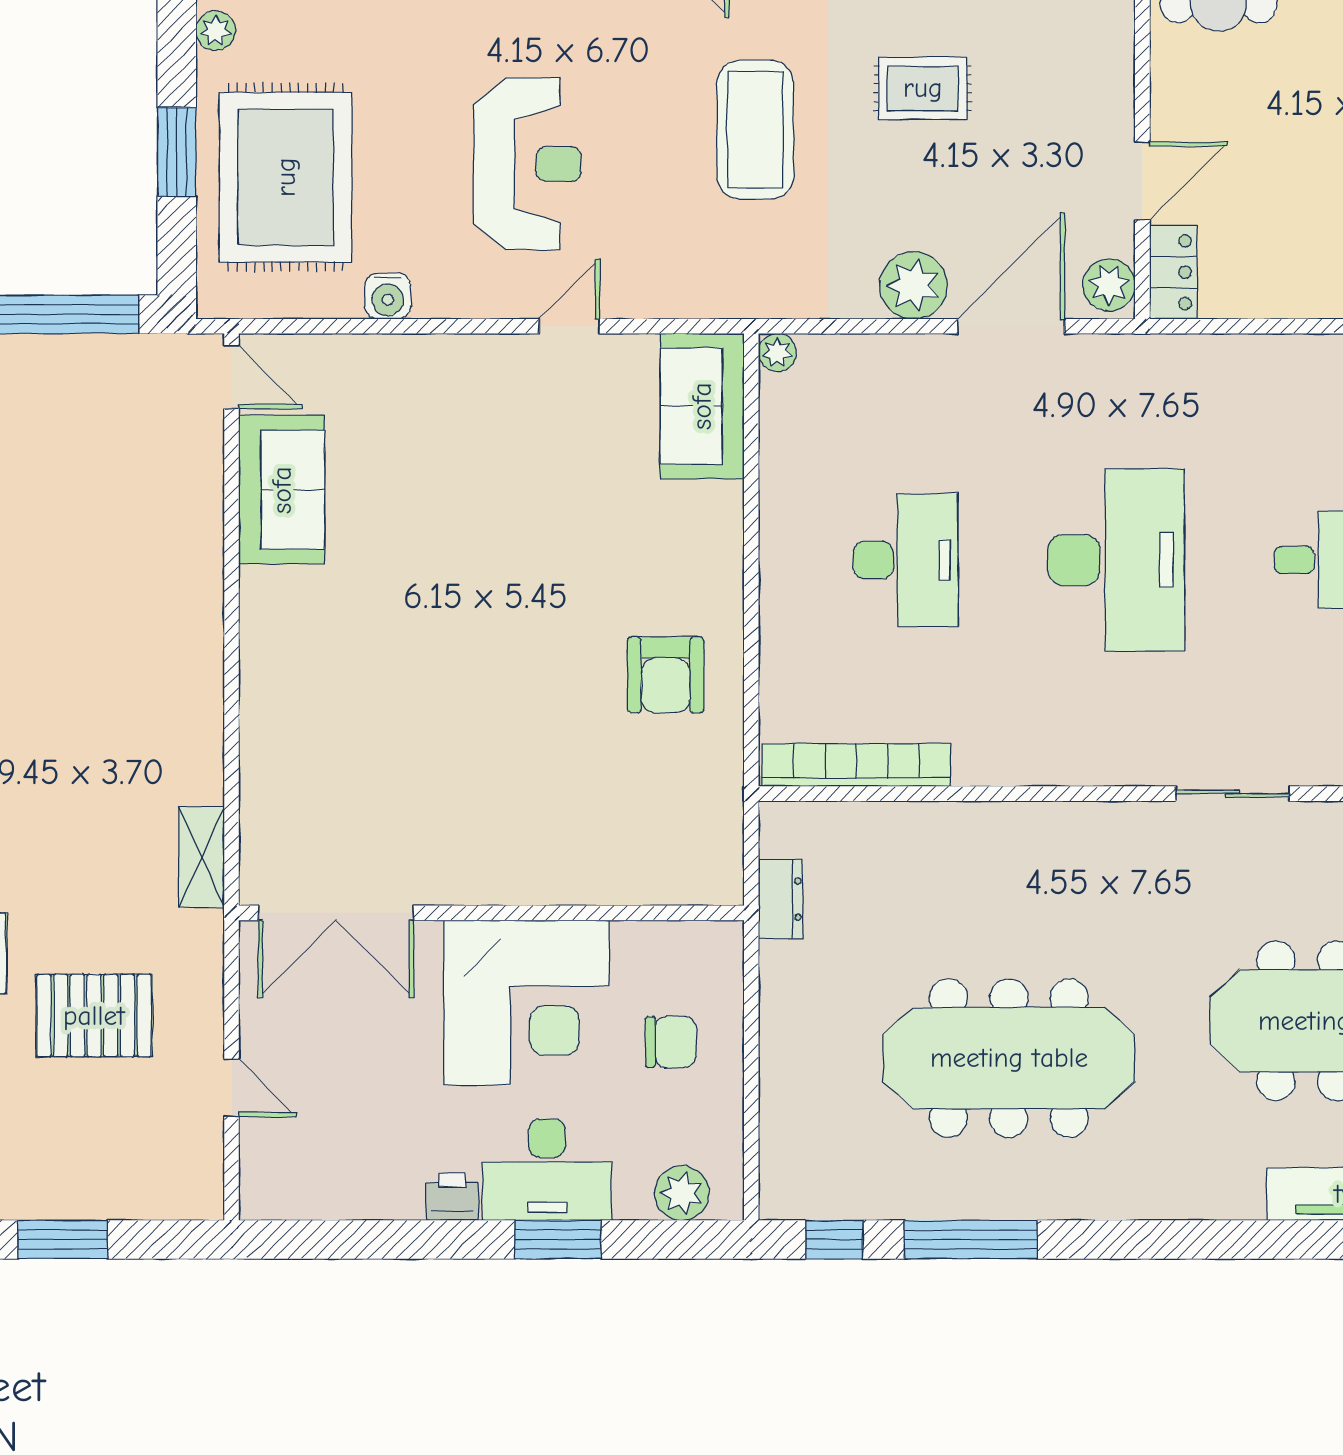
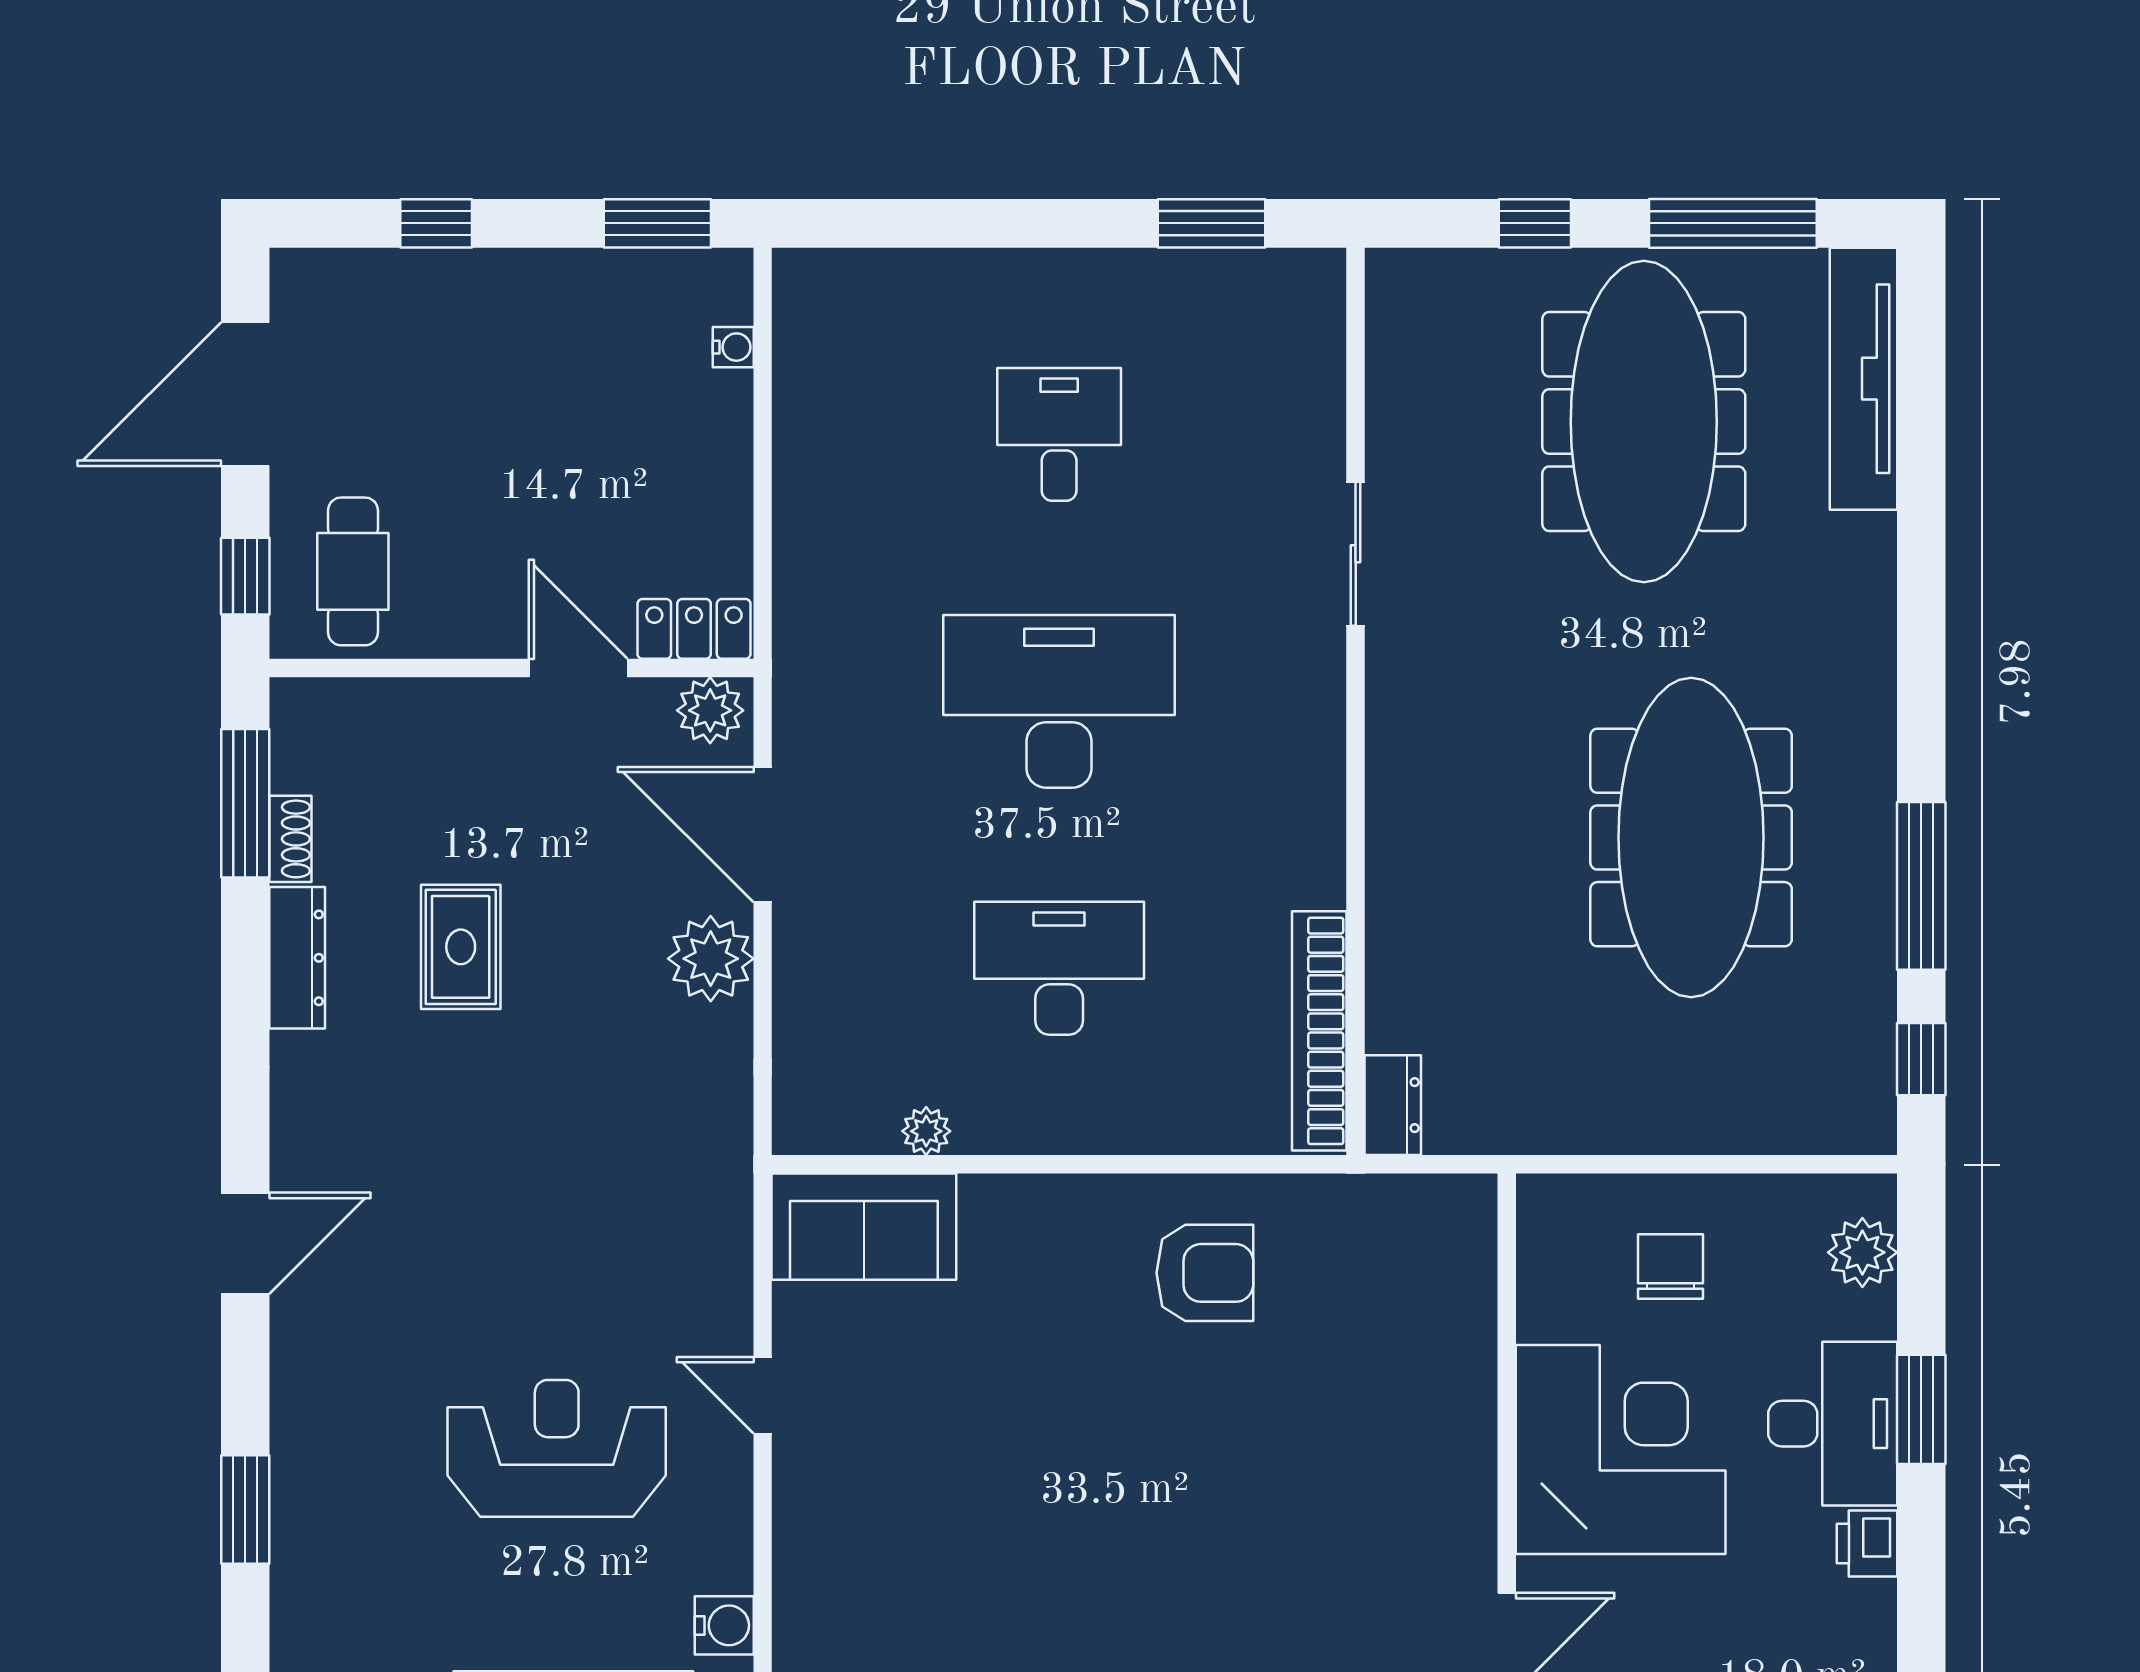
coffee table: (755, 130) -> (513, 1159), removed
plant: (777, 352) -> (926, 1131), moved
dresser: (781, 899) -> (1393, 1105), moved, turned 90

